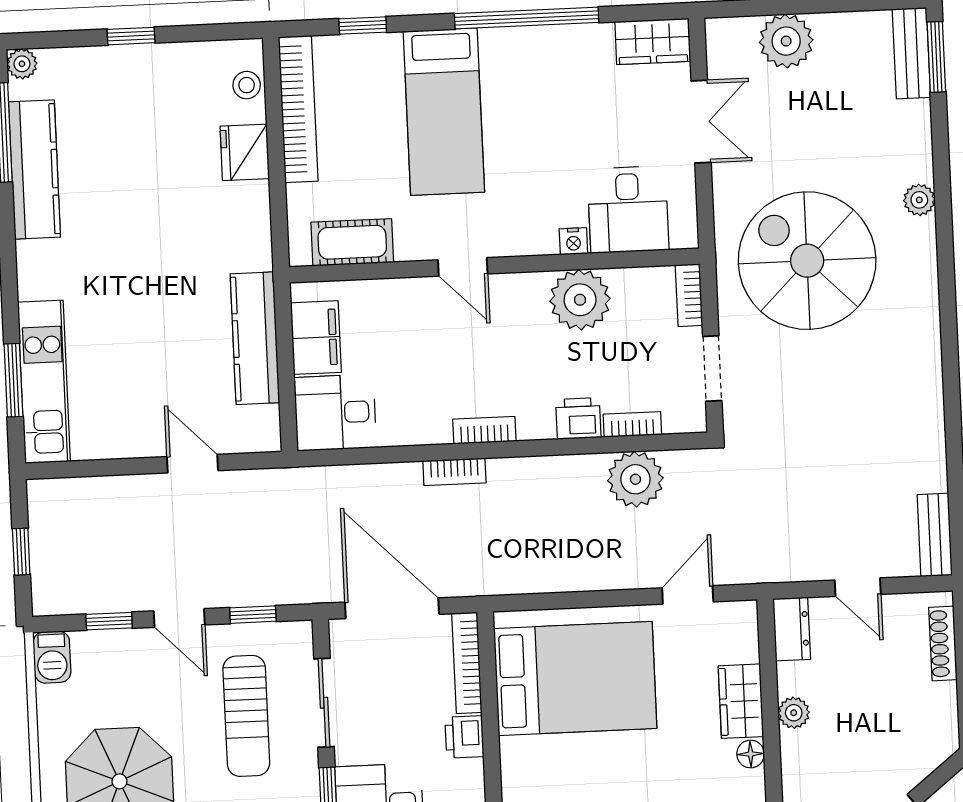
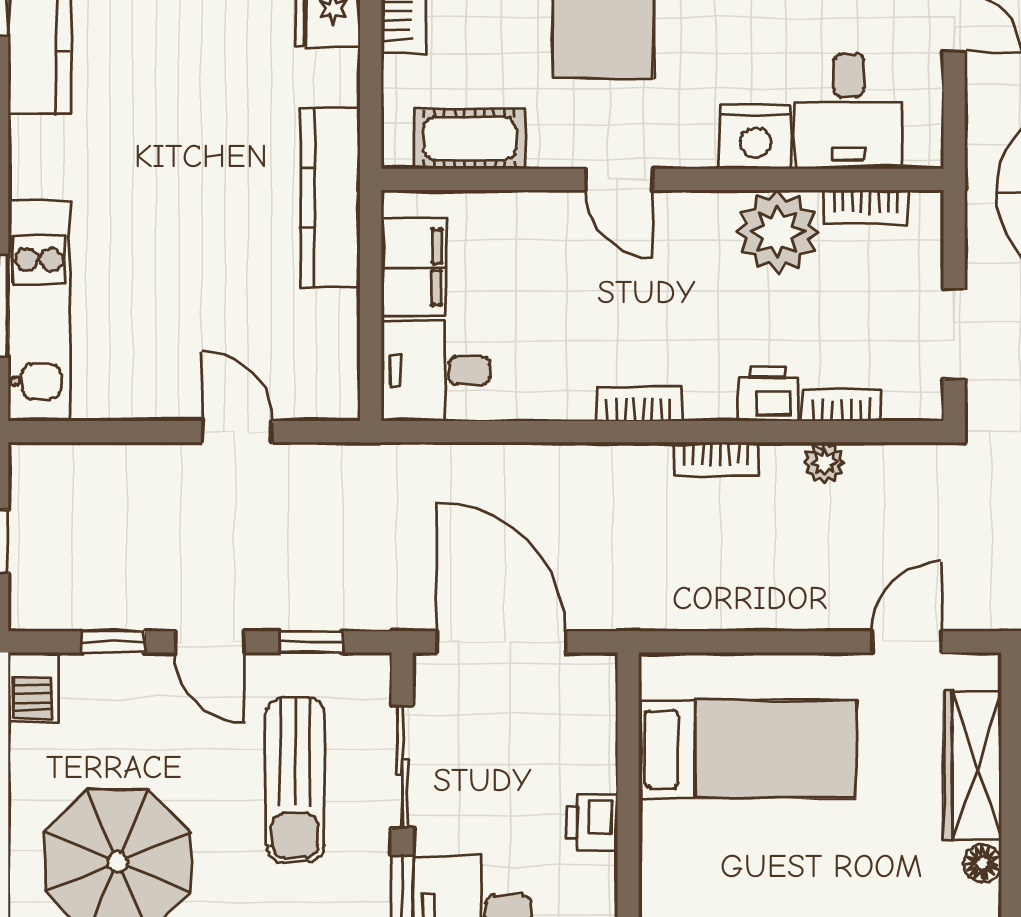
nightstand: (573, 241) -> (755, 137), width x1.89, depth x1.79
bookcase: (689, 295) -> (866, 207), moved, turned -90
kitchen counter: (255, 338) -> (330, 198), moved
bookcase: (454, 472) -> (716, 459), moved
plant: (635, 479) -> (824, 463), width x0.53, depth x0.53
bookcase: (467, 663) -> (600, 721), removed
bed: (575, 678) -> (747, 749), width x0.67
wardrobe: (741, 701) -> (973, 766), width x1.50

